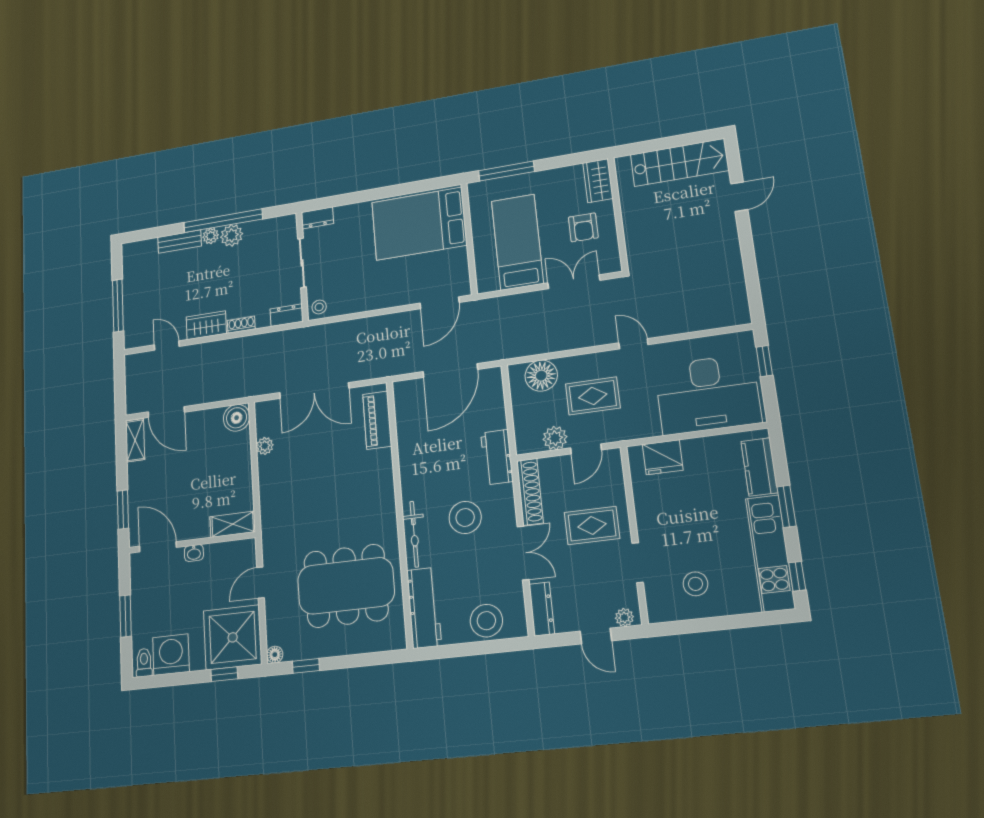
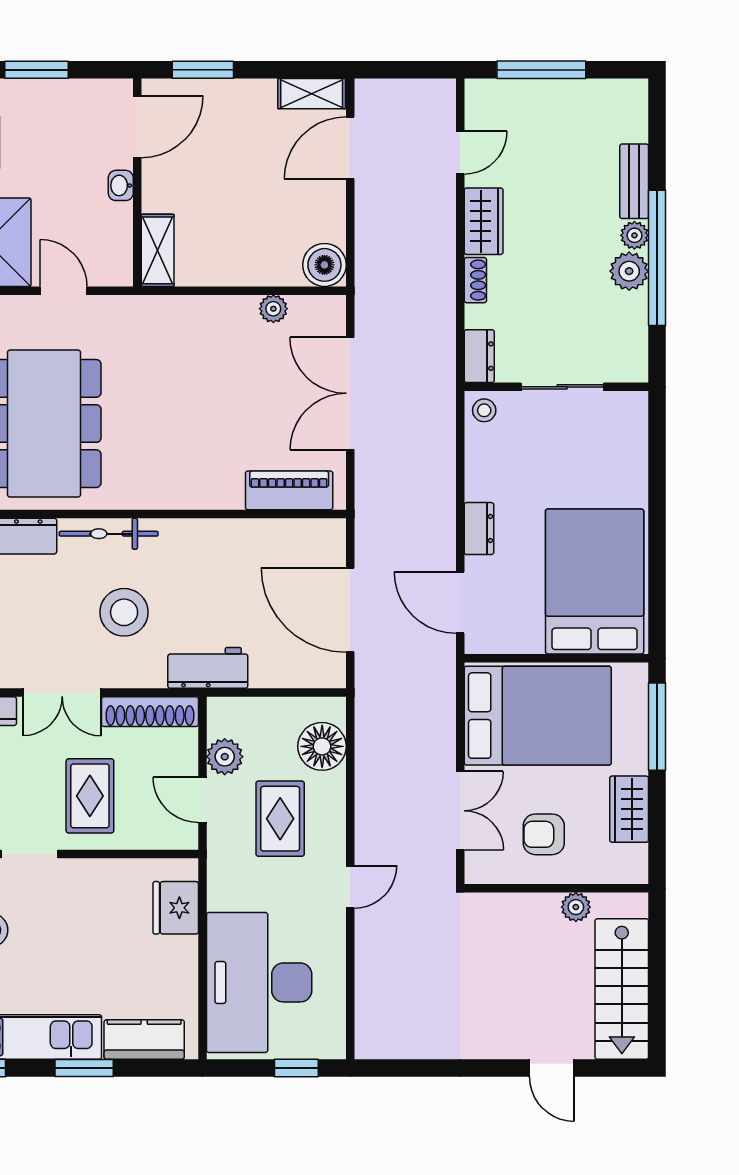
wardrobe: (598, 181) -> (629, 809), moved, turned -90
plant: (629, 200) -> (576, 907), added
dresser: (317, 218) -> (479, 529), moved, turned 180
bed: (517, 242) -> (538, 716), width x1.50

